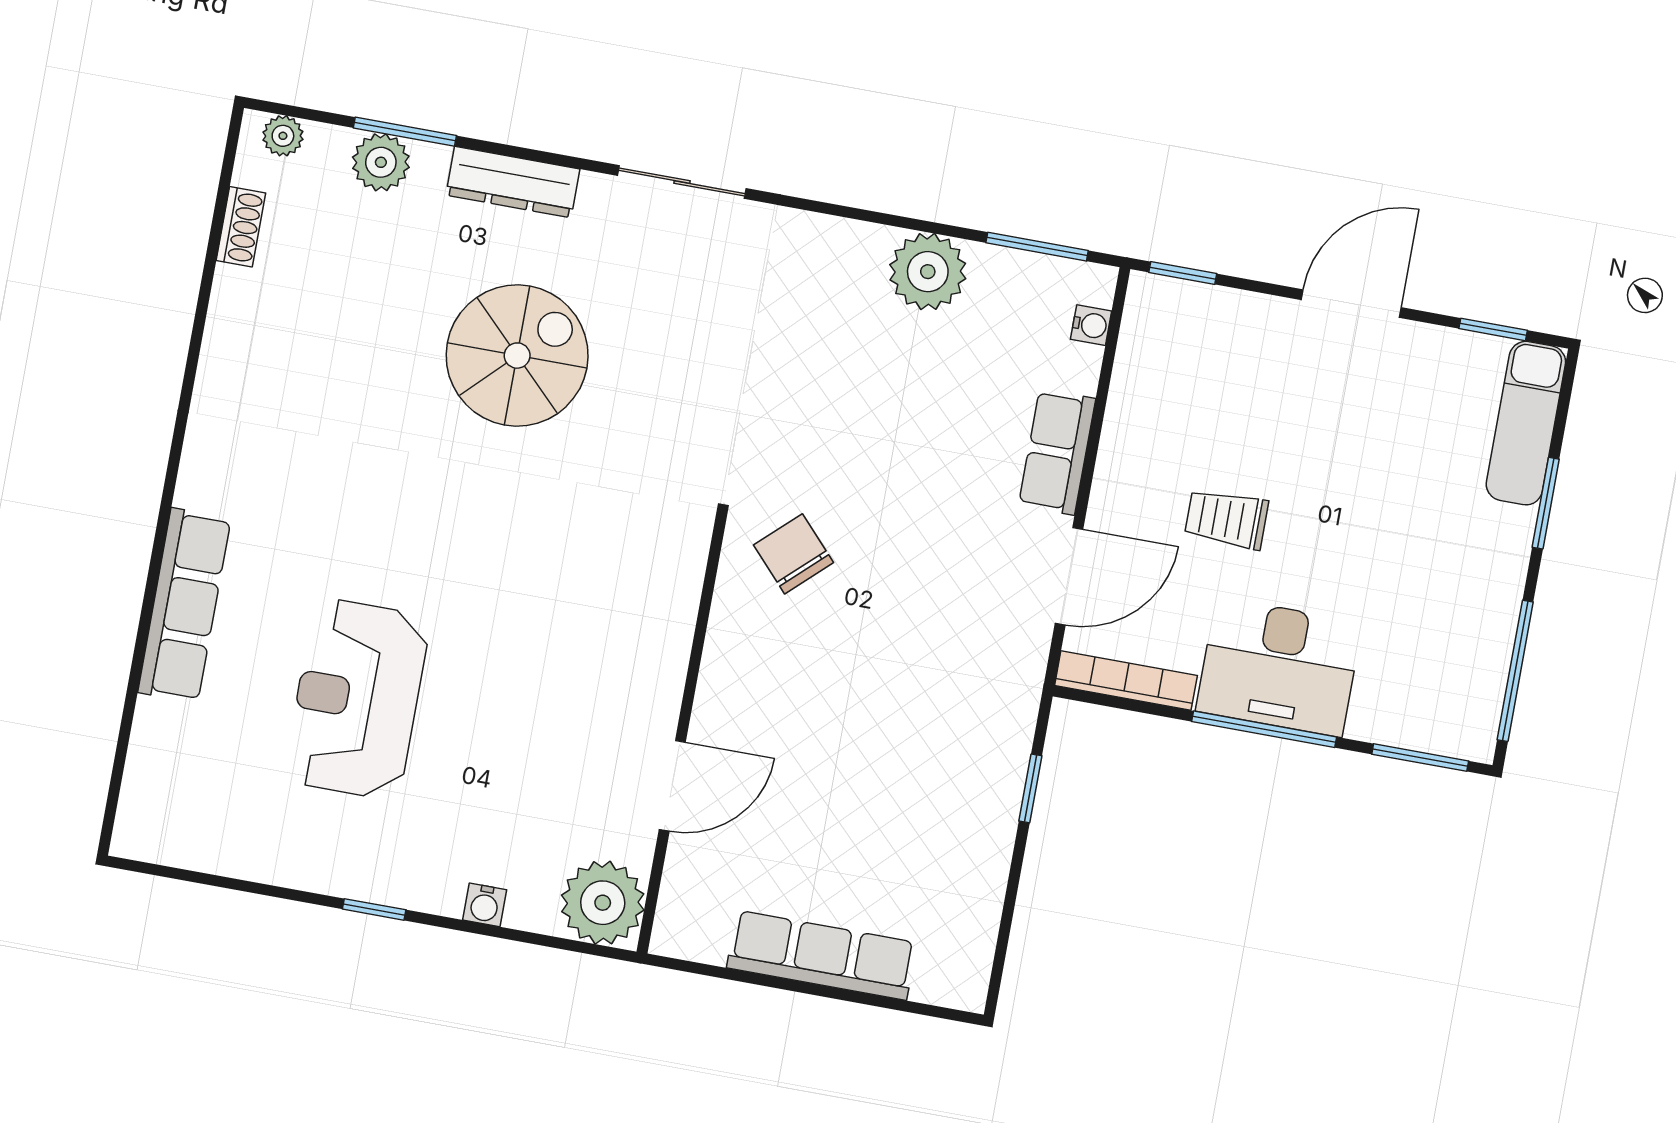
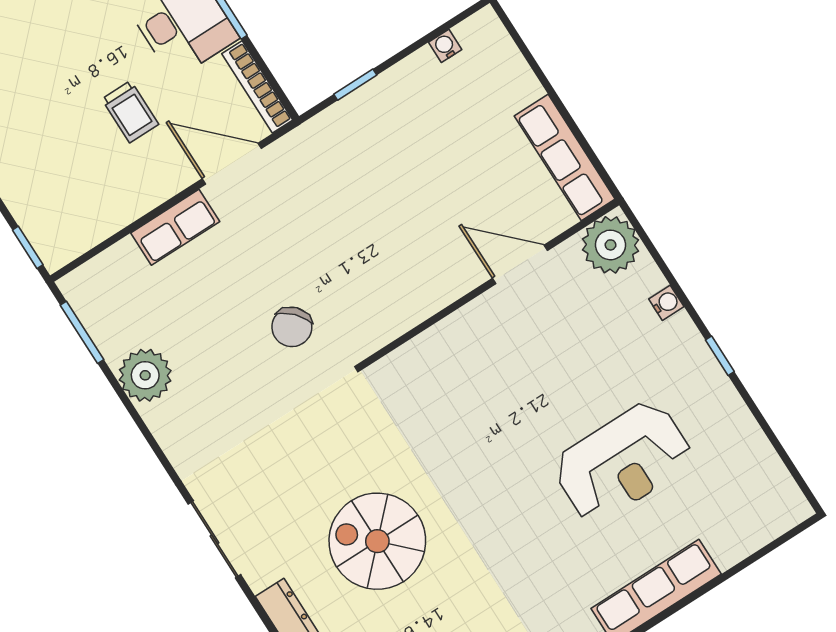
water cooler: (1091, 325) -> (445, 46), moved
chair: (794, 554) -> (292, 327), moved
row of seats: (822, 955) -> (565, 157), moved

